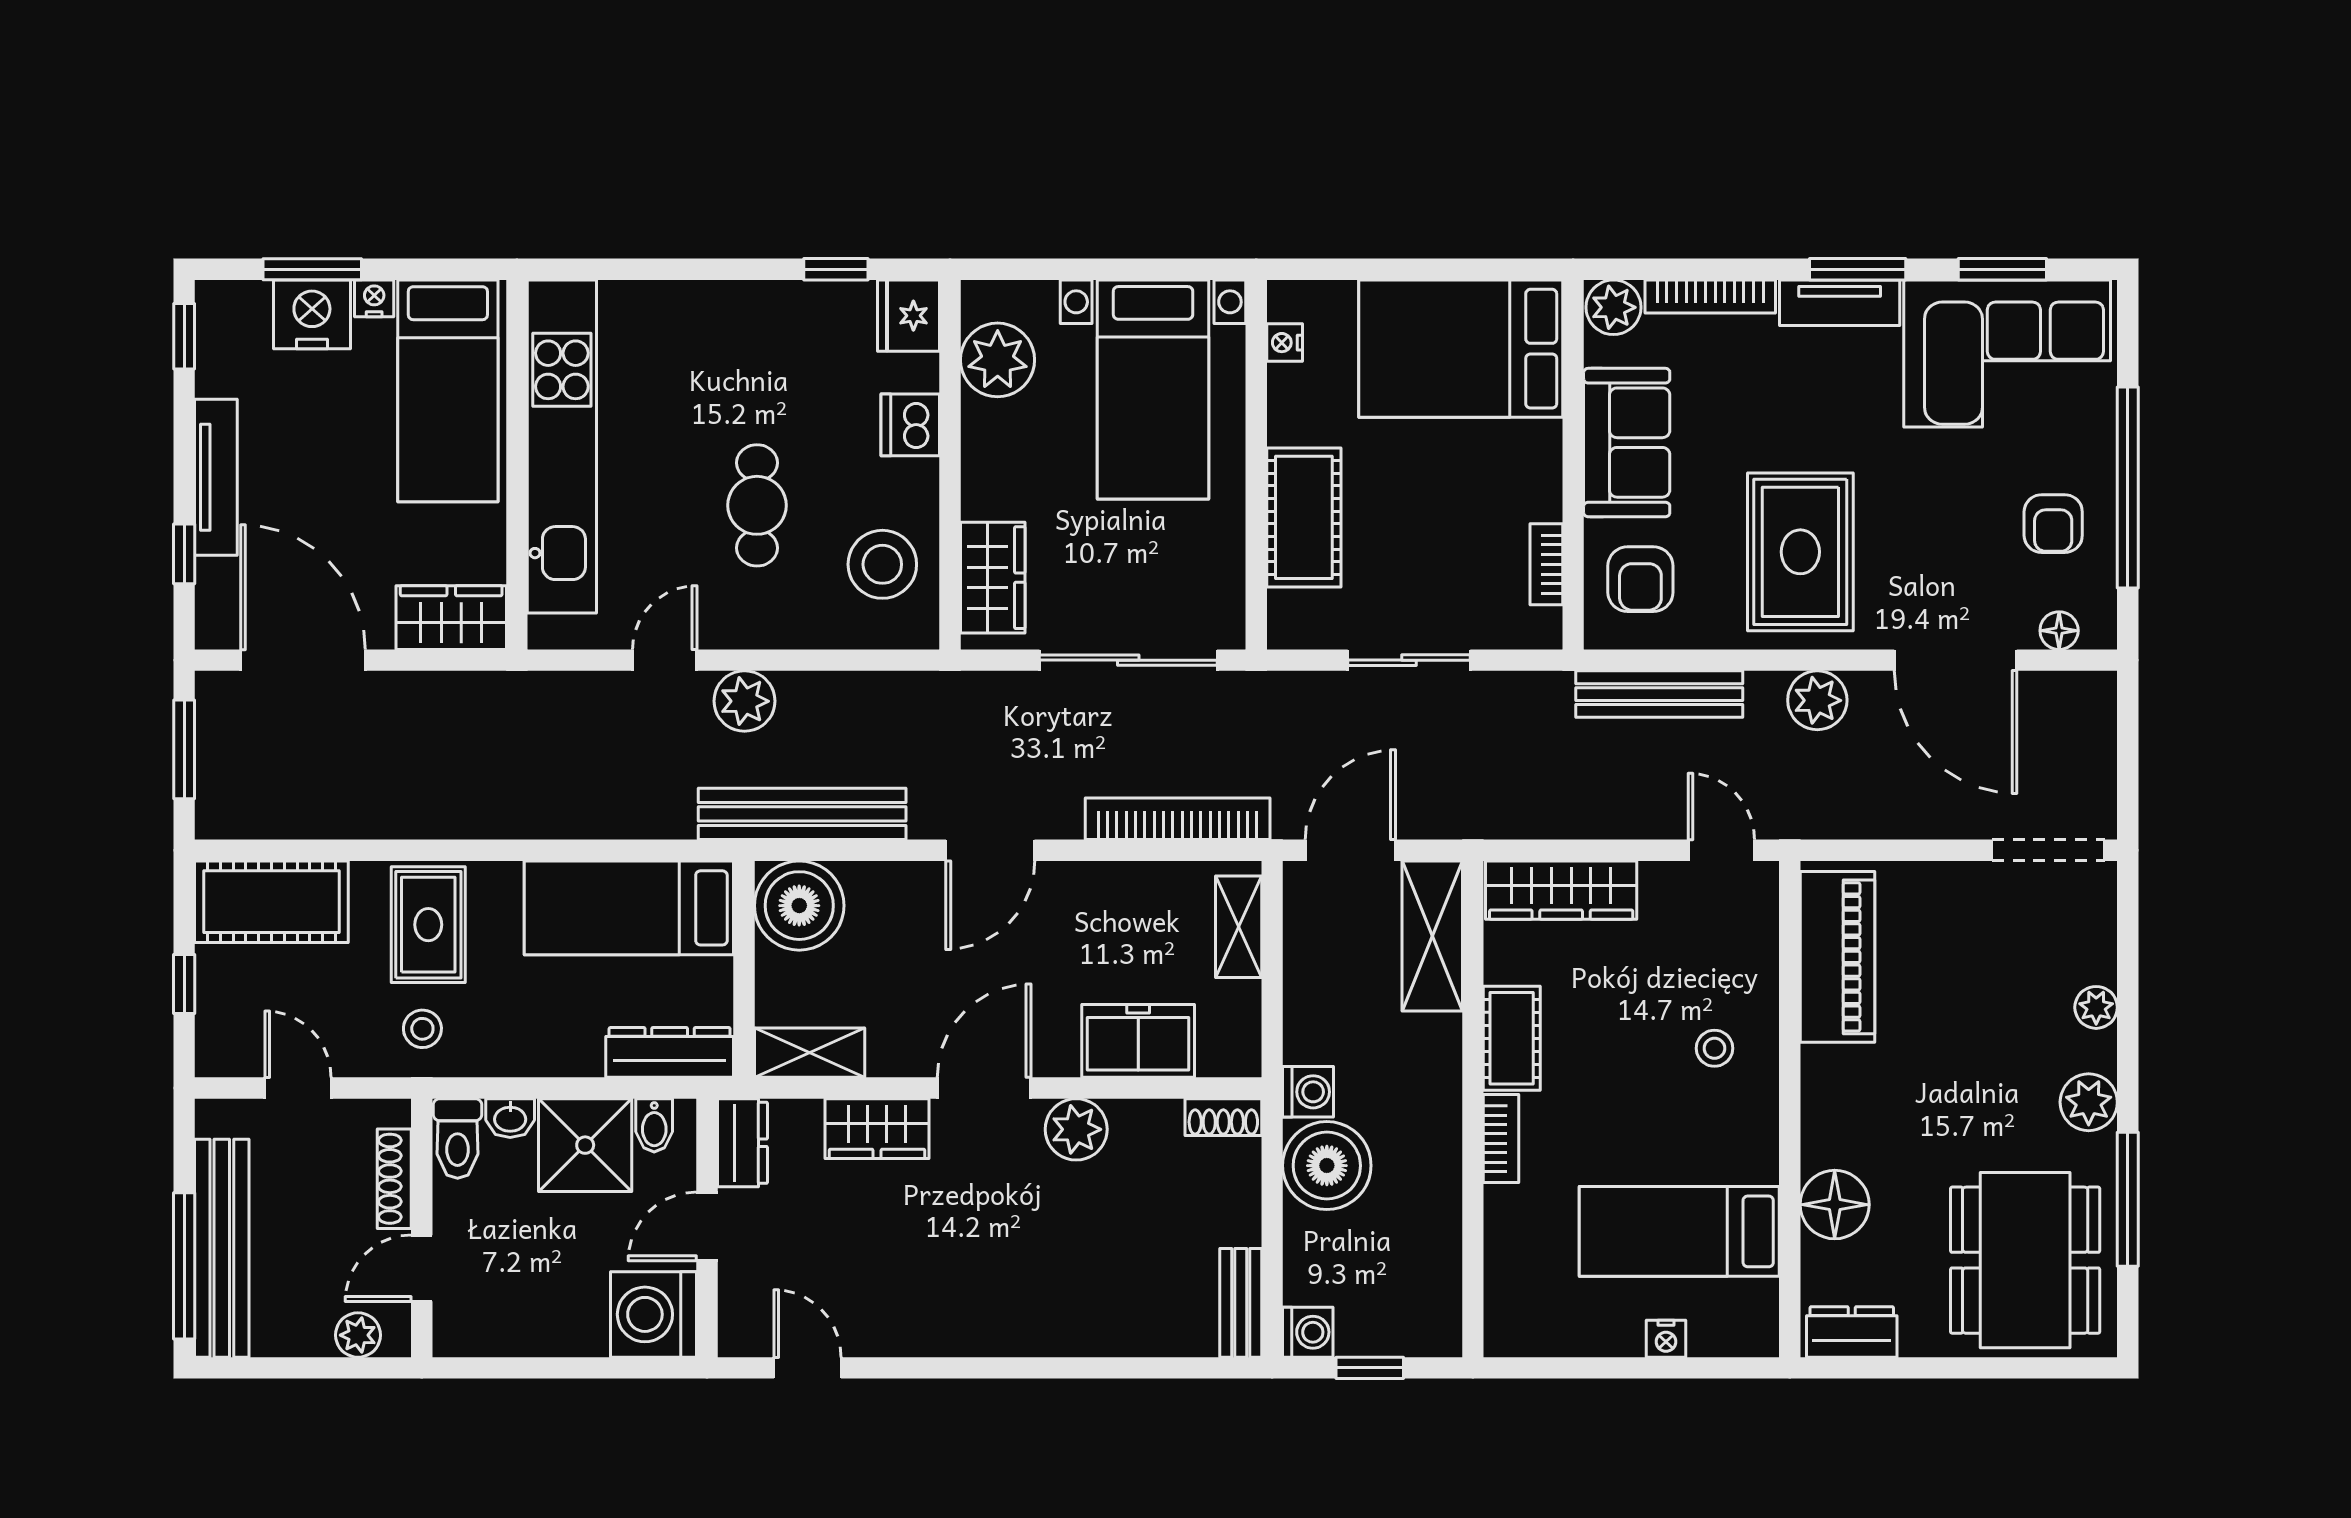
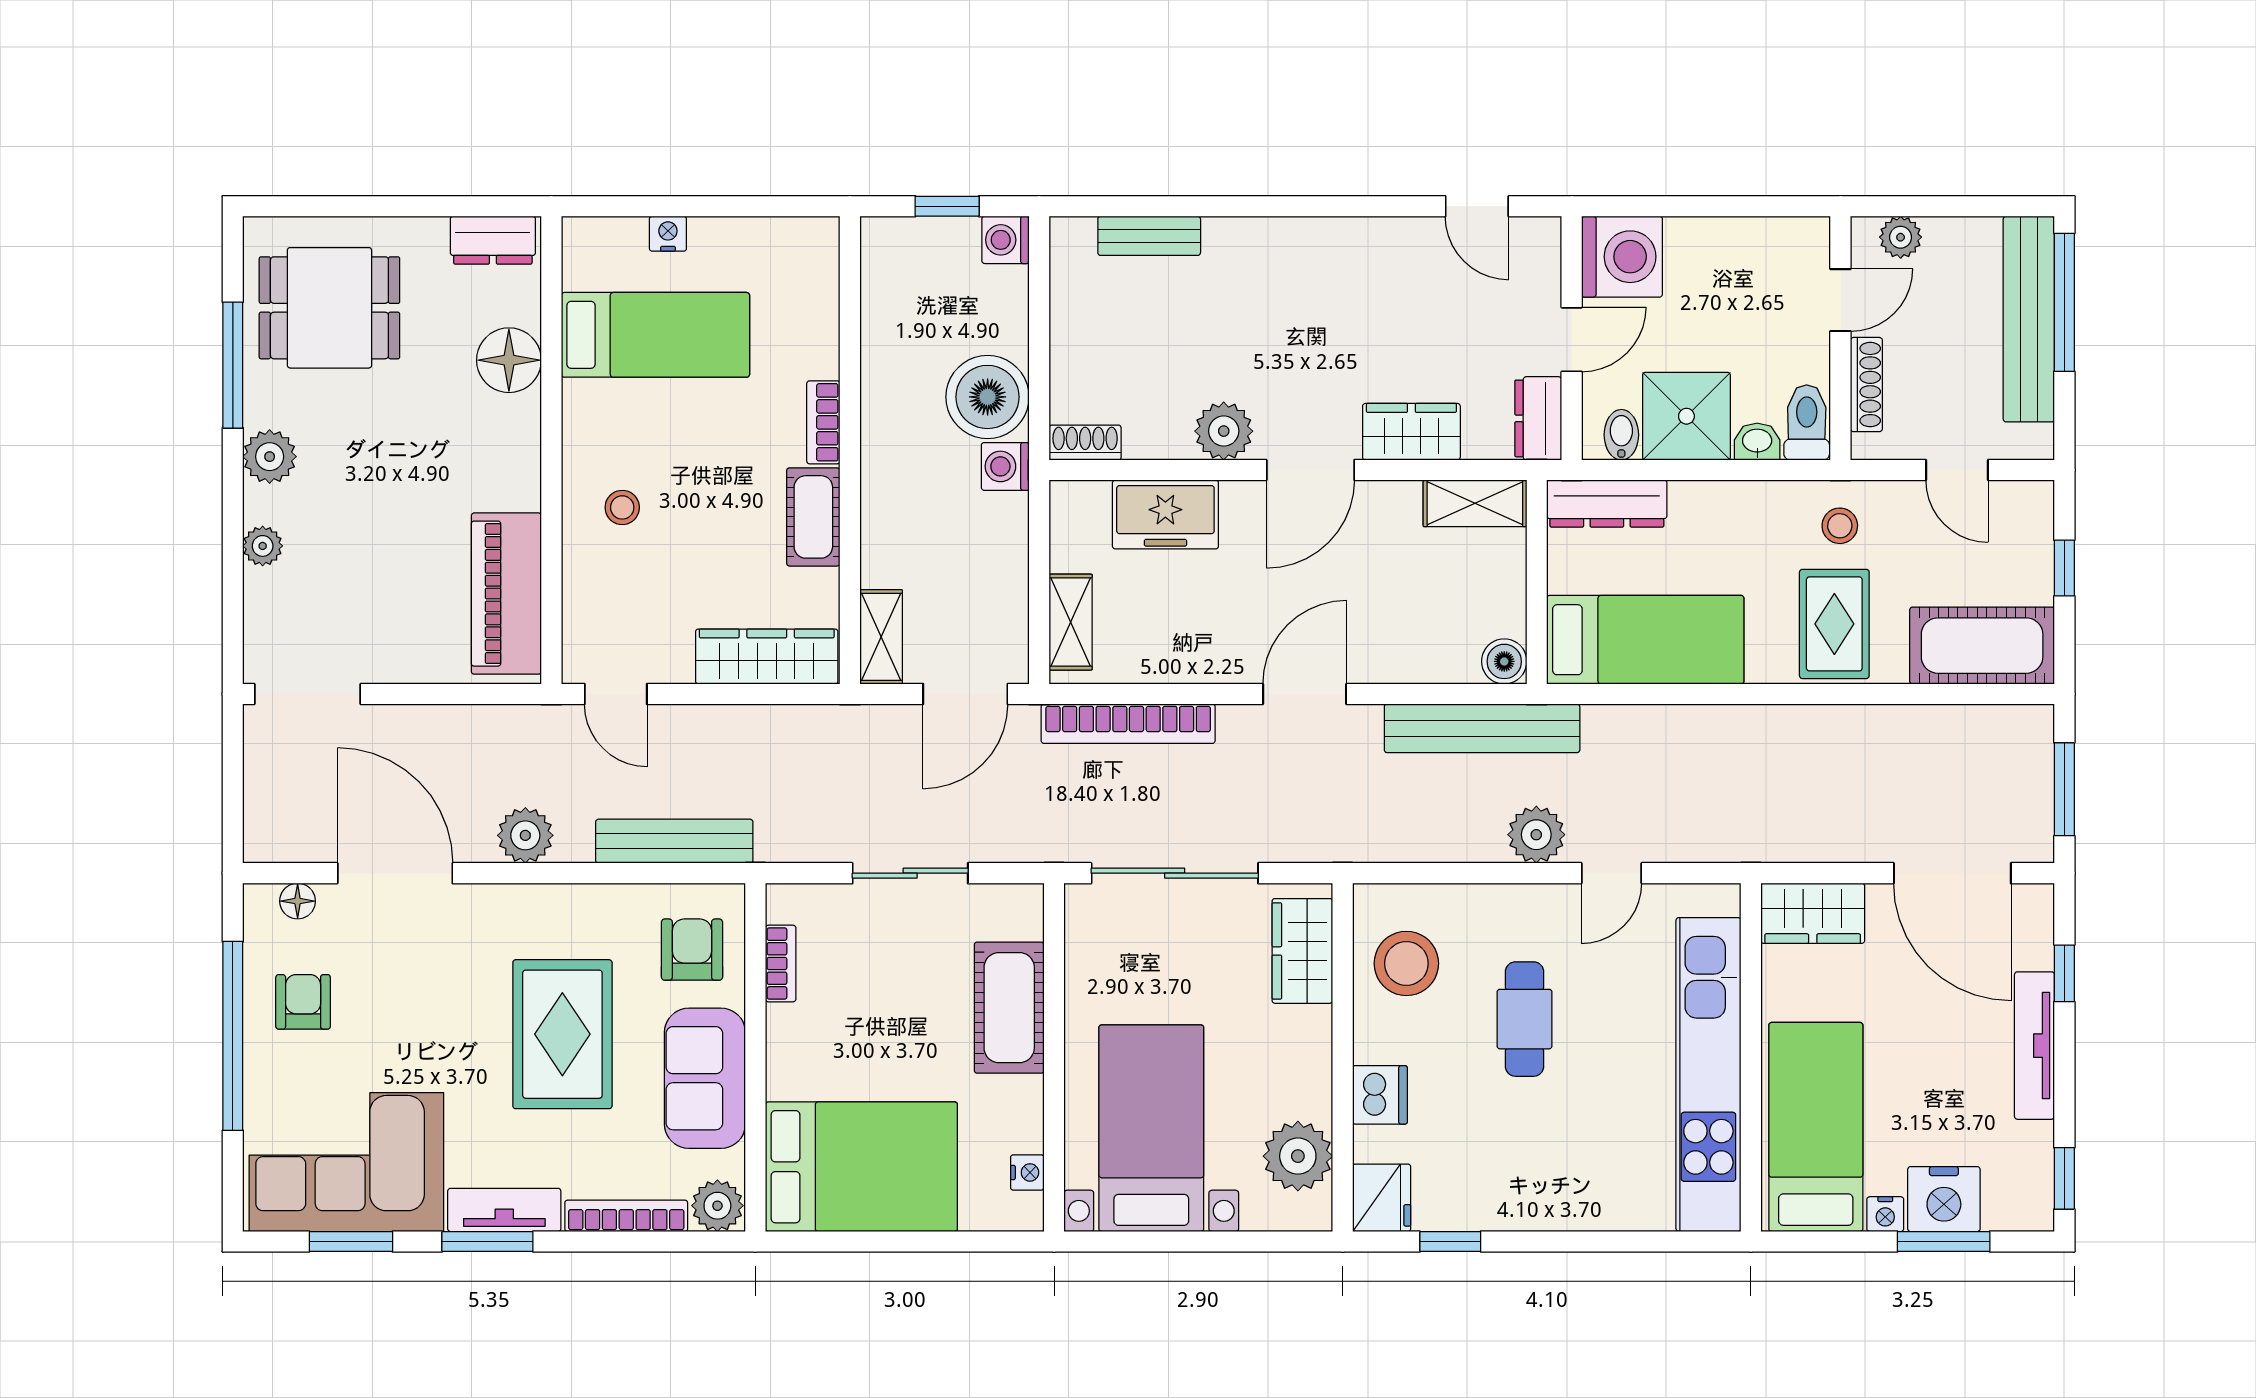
rug: (1800, 552) -> (562, 1034), moved
boiler: (799, 906) -> (1504, 661), width x0.54, depth x0.54
shelving: (1432, 936) -> (881, 637), width x0.67, depth x0.75
dining table: (2025, 1260) -> (329, 308), width x0.73
bench: (1241, 1303) -> (1149, 236), moved, turned 90

